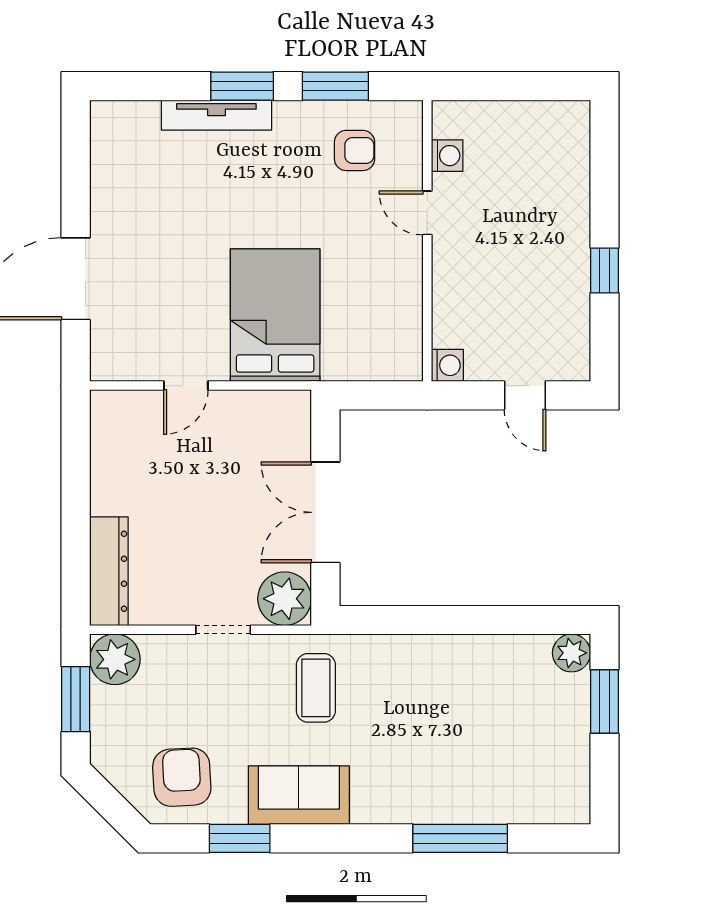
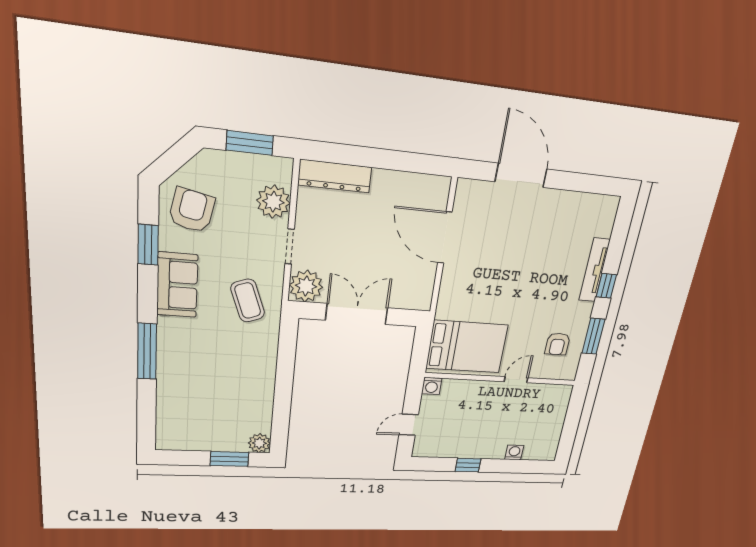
window: (242, 86) -> (606, 286), width x0.67
washing machine: (447, 156) -> (514, 452), moved, turned 180
bed: (275, 315) -> (467, 347), moved
door: (186, 386) -> (445, 238), width x1.88
plant: (115, 659) -> (273, 202), moved
coffee table: (316, 688) -> (248, 301), turned 70
armchair: (182, 777) -> (192, 210), turned -75
window: (460, 838) -> (147, 351), moved

